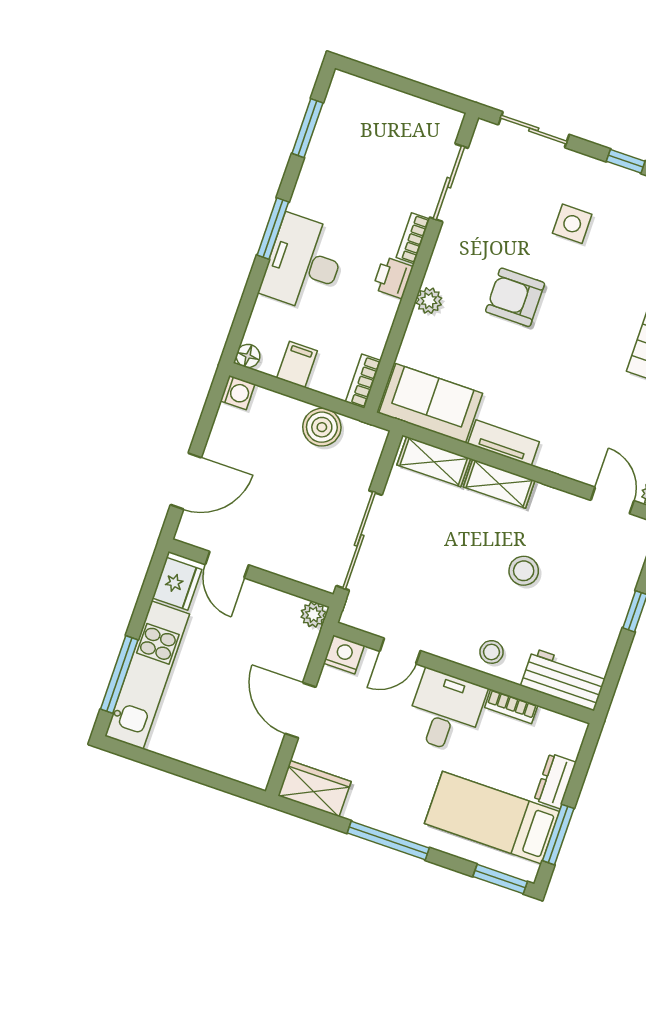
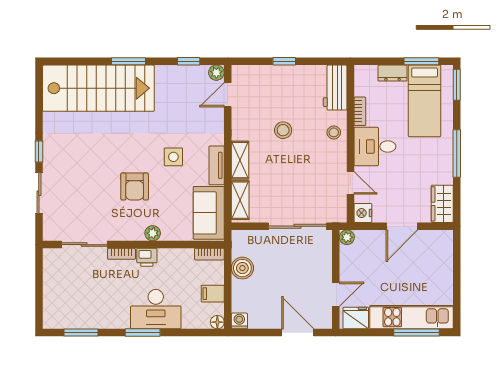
sliding door: (534, 130) -> (39, 193), moved
side table: (572, 224) -> (173, 157), moved

